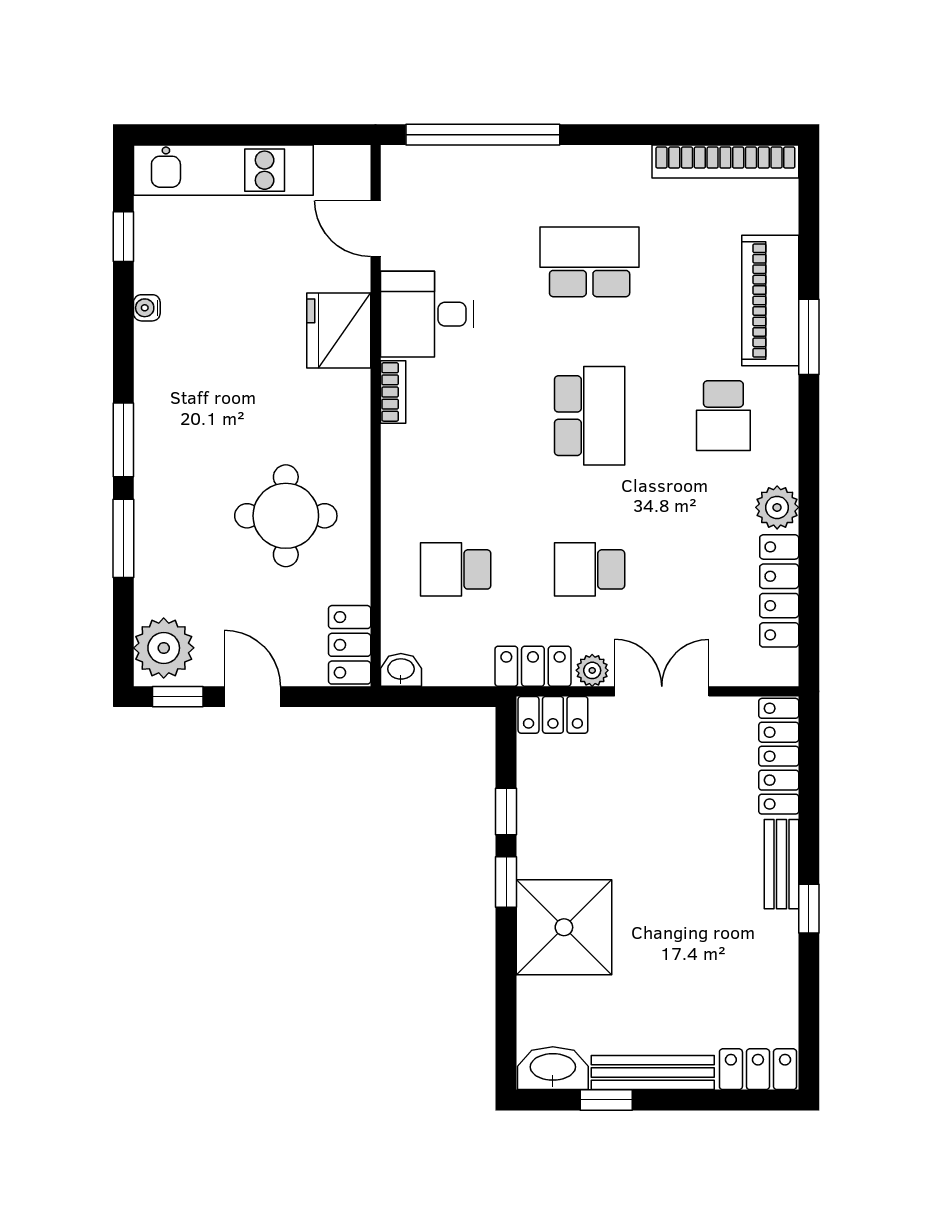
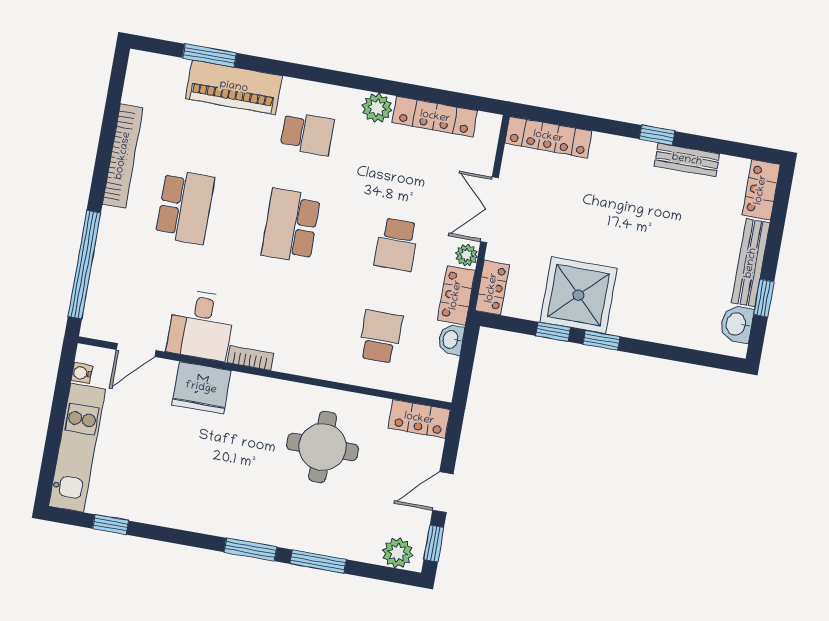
bookcase: (725, 162) -> (123, 156), moved
school desk: (590, 262) -> (185, 207), turned 180
water cooler: (147, 308) -> (82, 373), moved, turned 90
window: (809, 337) -> (209, 55), moved
school desk: (590, 416) -> (291, 226), turned -90
school desk: (456, 569) -> (380, 337), turned 180
plant: (164, 648) -> (398, 553), width x0.73, depth x0.73
washbasin: (401, 670) -> (451, 340), moved
bench: (782, 864) -> (687, 160), moved
shower: (564, 927) -> (578, 295), moved
washbasin: (553, 1068) -> (737, 324), width x0.72

